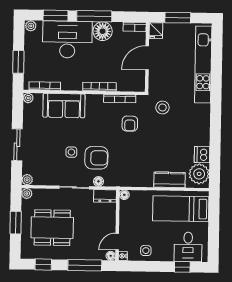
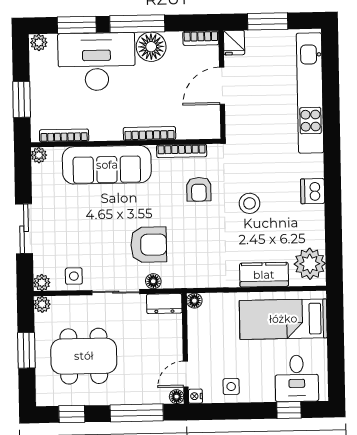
sofa: (64, 106) -> (107, 165), width x1.36
stool: (162, 107) -> (249, 203), moved
side table: (71, 152) -> (74, 276), moved
dishwasher: (202, 155) -> (313, 191), moved

